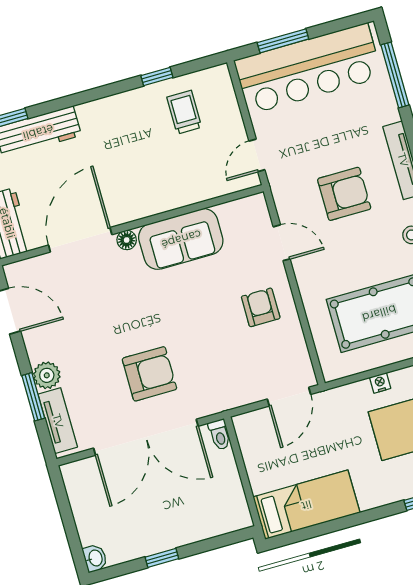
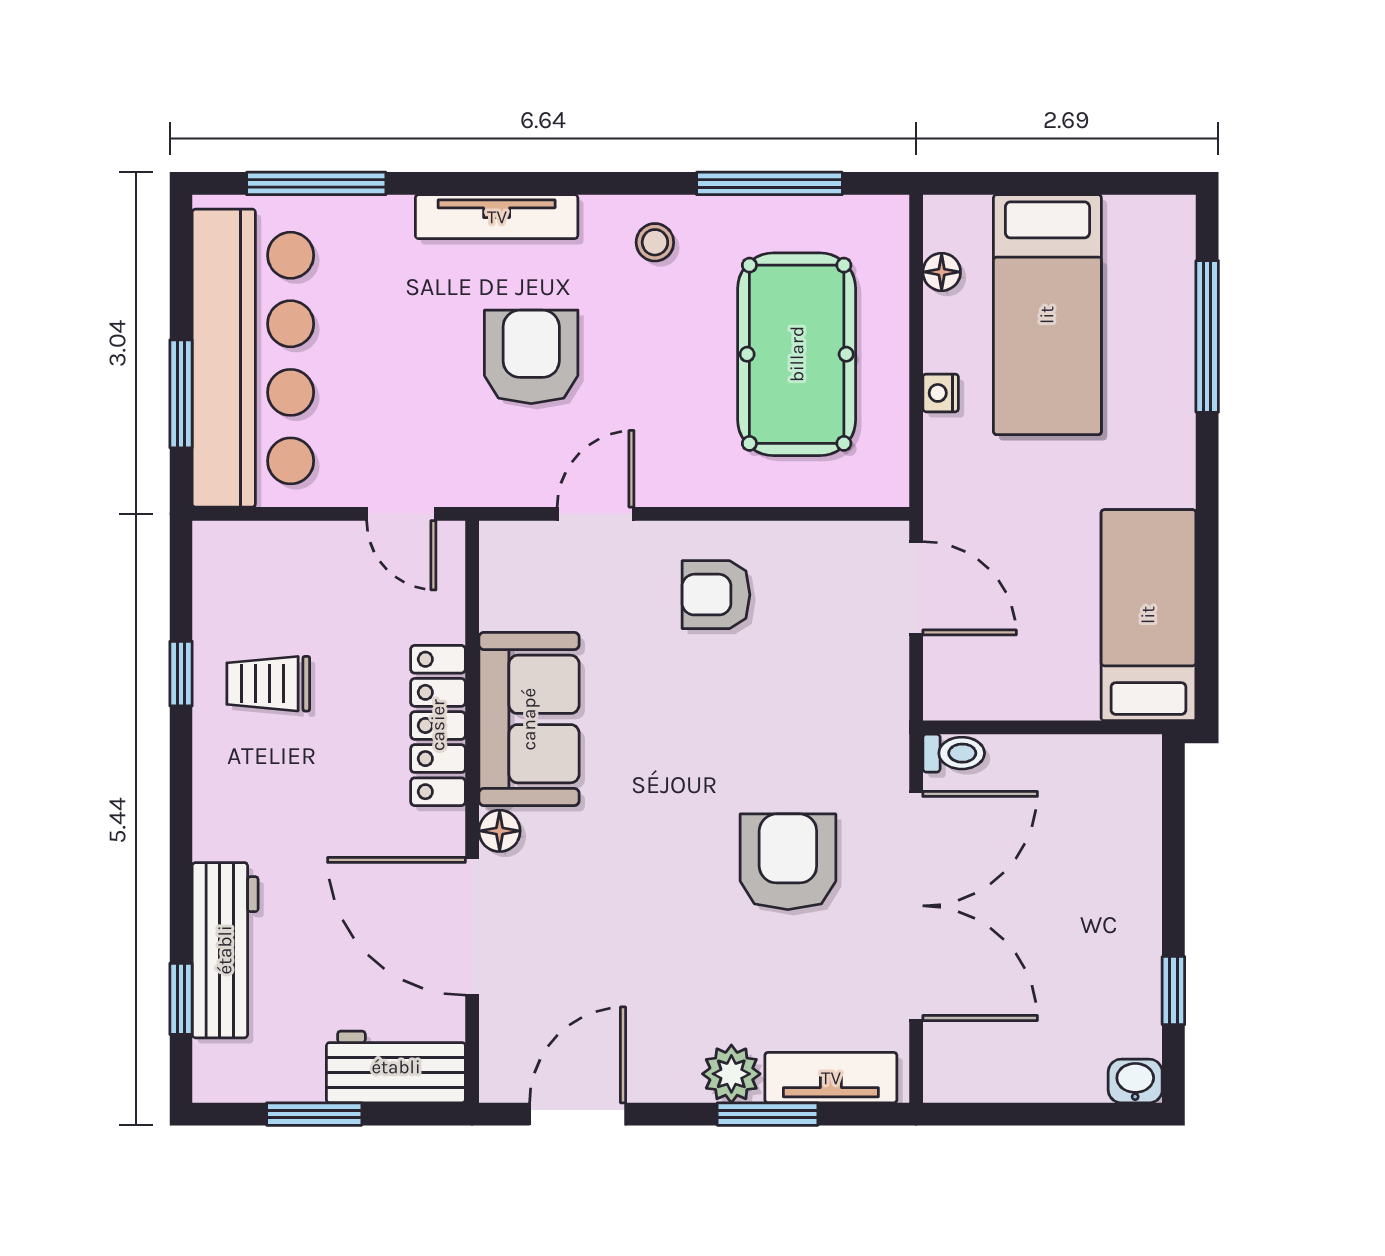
trolley: (184, 112) -> (268, 684), moved
locker: (166, 199) -> (438, 725), added
window: (162, 558) -> (1173, 991), moved

